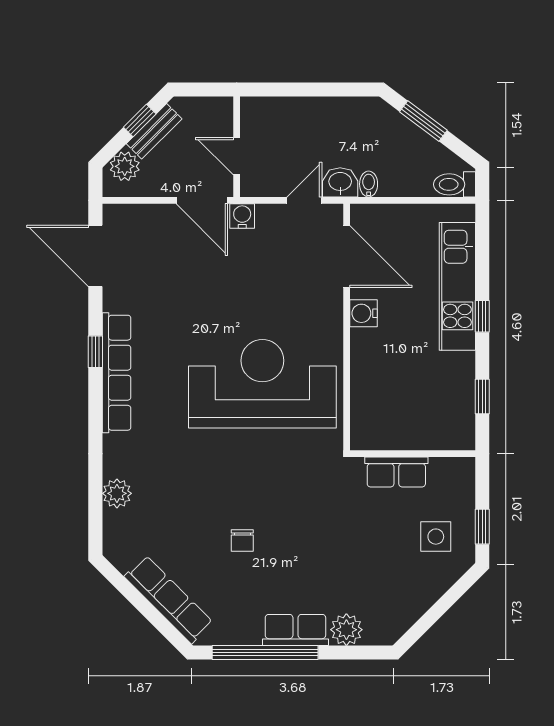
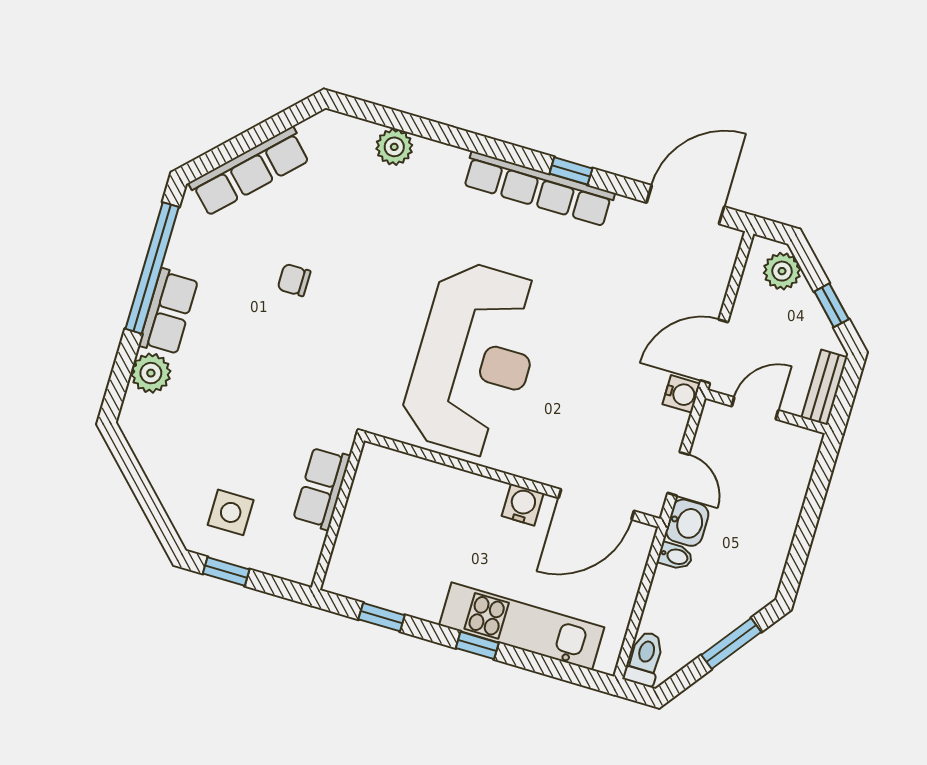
bench: (154, 131) -> (824, 387), moved, turned 45

